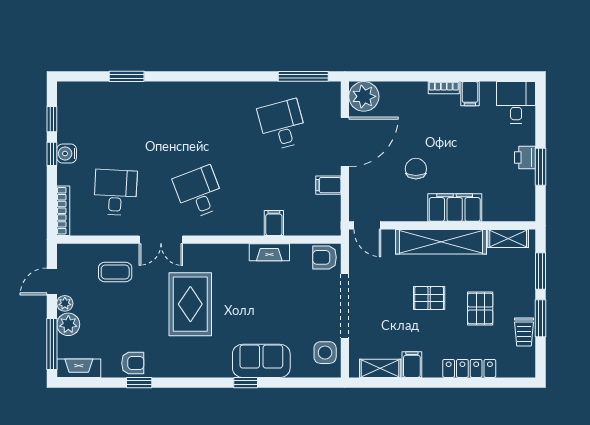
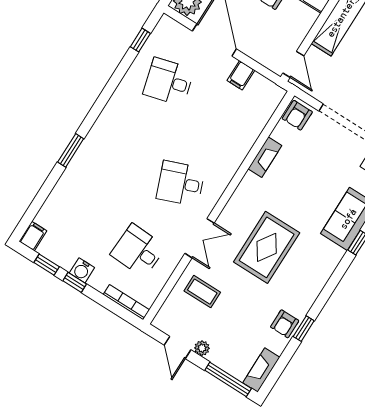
window: (127, 76) -> (71, 150), moved
window: (303, 76) -> (140, 40), width x0.46
filing cabinet: (274, 223) -> (33, 236), moved, turned 90
door: (367, 225) -> (293, 64), hinge flipped
coffee table: (115, 272) -> (202, 292), turned 90
rug: (190, 304) -> (267, 247), turned 90
plant: (68, 324) -> (221, 356), removed
armchair: (133, 363) -> (285, 324), turned 180

